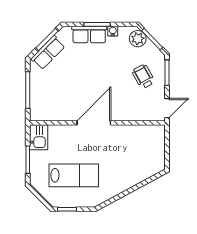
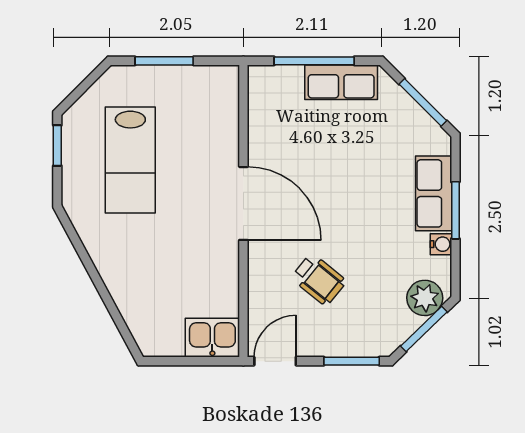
row of seats: (48, 53) -> (341, 82), moved, turned -45
wheelchair: (143, 77) -> (319, 280), moved, turned 68
door: (167, 108) -> (275, 361), swing flipped
kitchen sink: (39, 137) -> (212, 338), moved, turned 180

